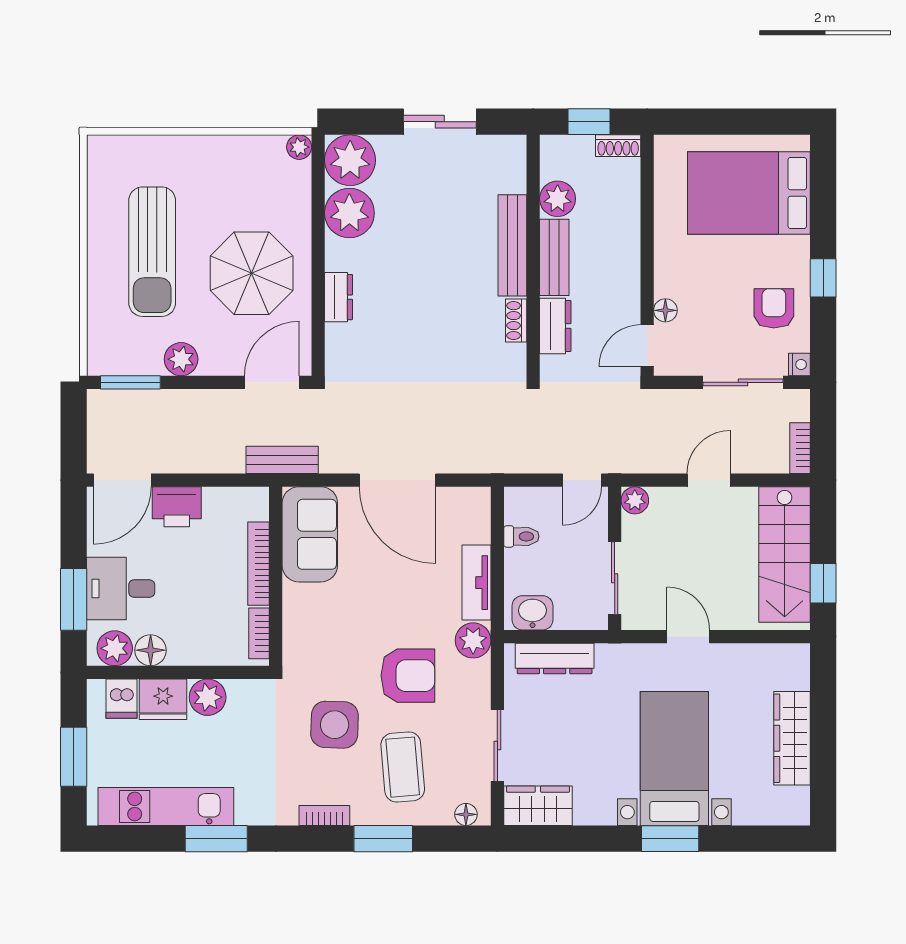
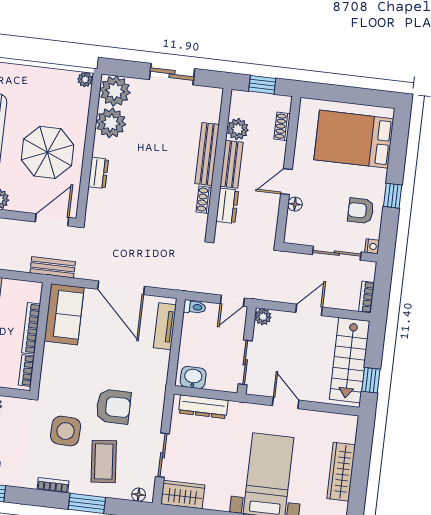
shoe rack: (618, 146) -> (282, 126), moved, turned 90
armchair: (774, 308) -> (361, 211), turned -90
door: (647, 346) -> (286, 182), moved
toilet: (521, 536) -> (195, 307), moved
tv unit: (476, 583) -> (165, 326), moved
plant: (473, 640) -> (155, 390), removed

